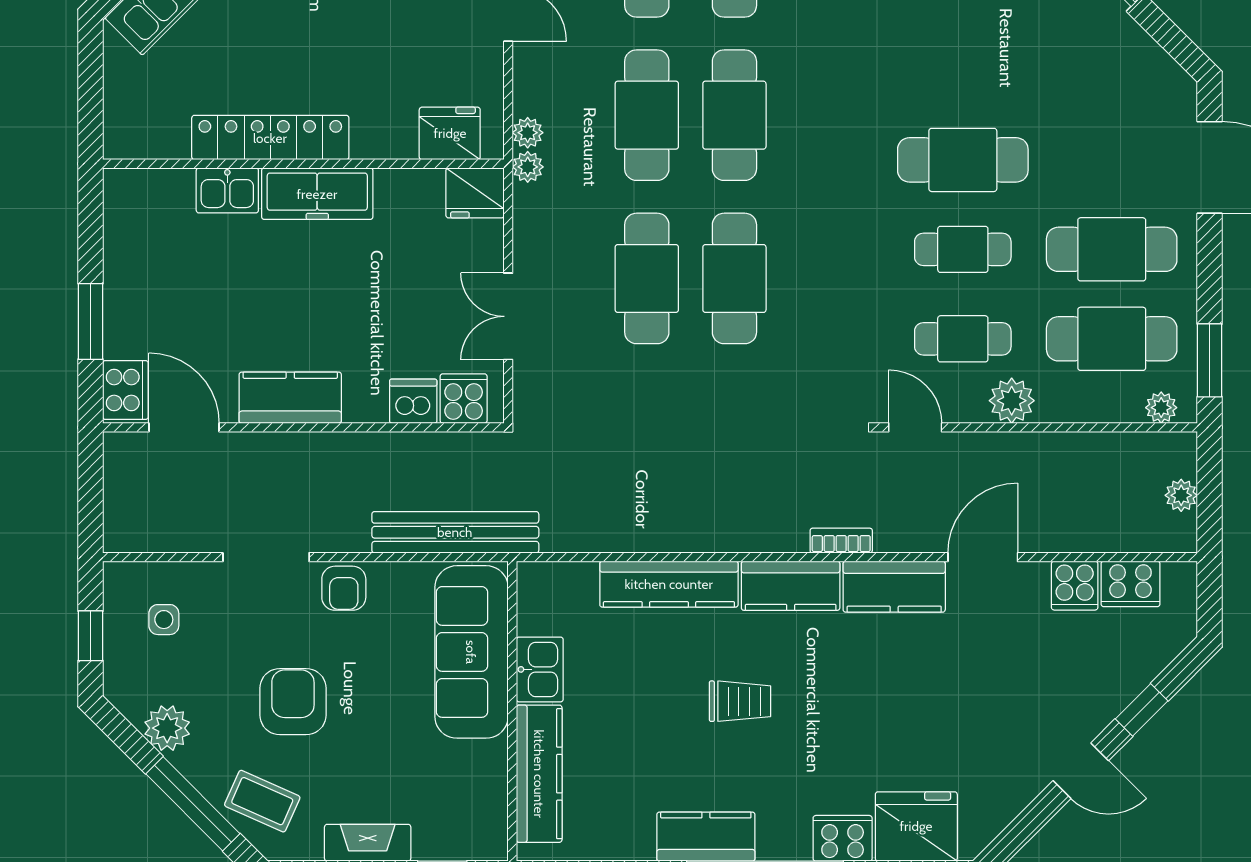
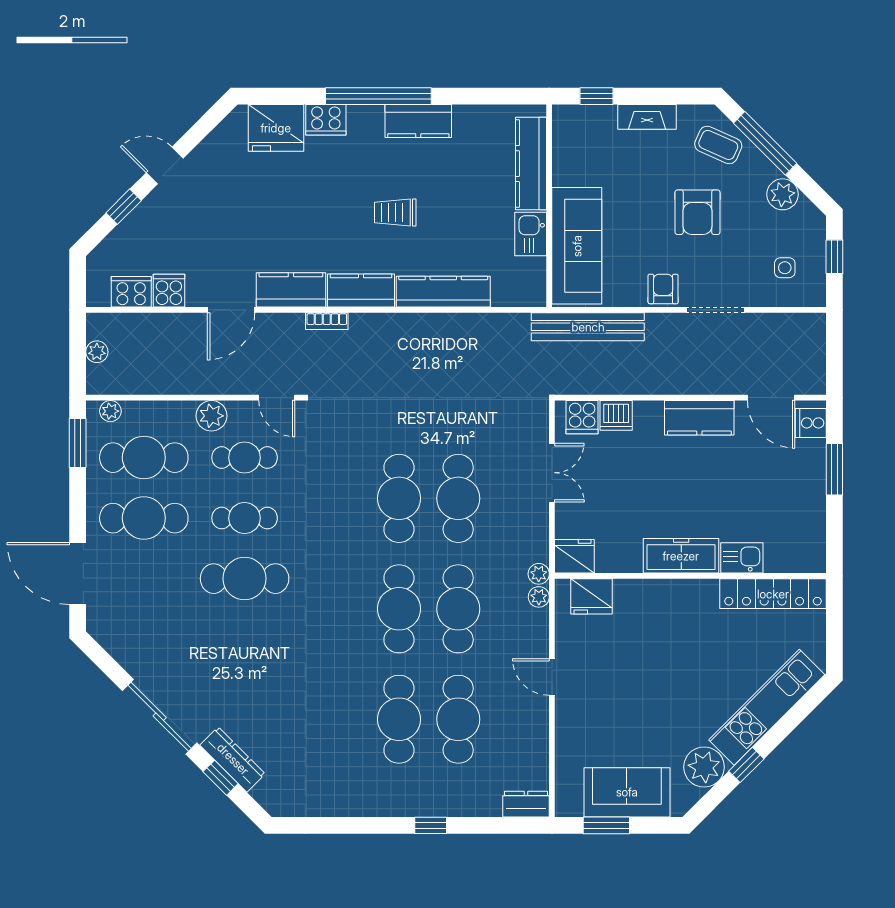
locker: (270, 138) -> (773, 594), moved
cooker: (125, 390) -> (811, 423), width x0.73

